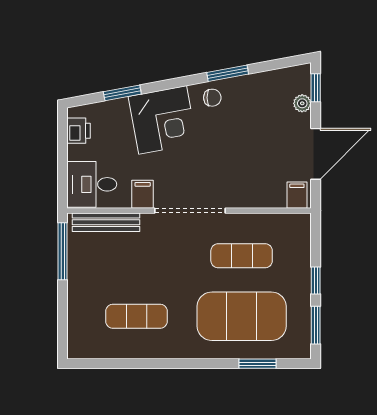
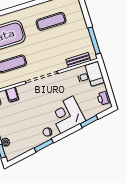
filing cabinet: (143, 194) -> (12, 95), moved
bench: (106, 222) -> (78, 60), width x0.73

